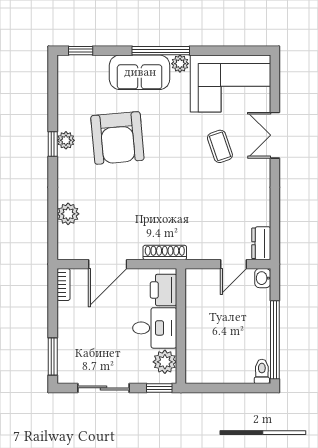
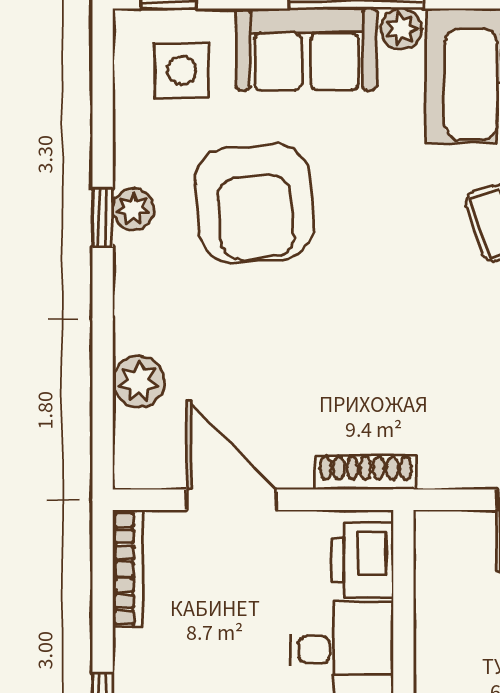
side table: (86, 81) -> (182, 70), added
door: (108, 264) -> (232, 500), swing flipped
bookcase: (63, 285) -> (128, 569), width x1.56

